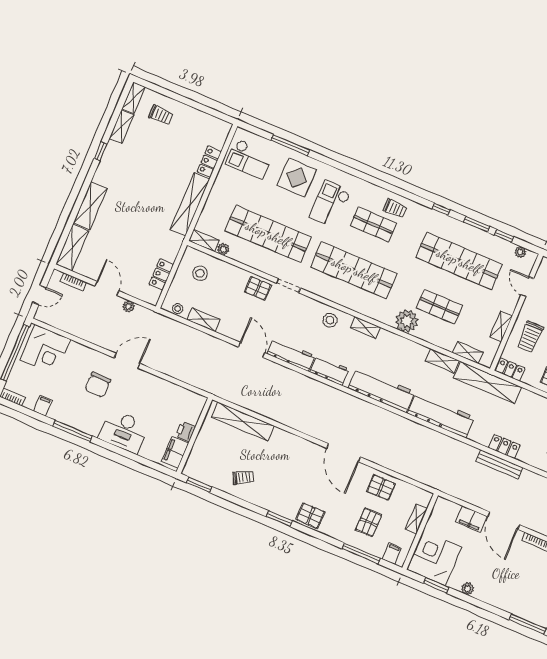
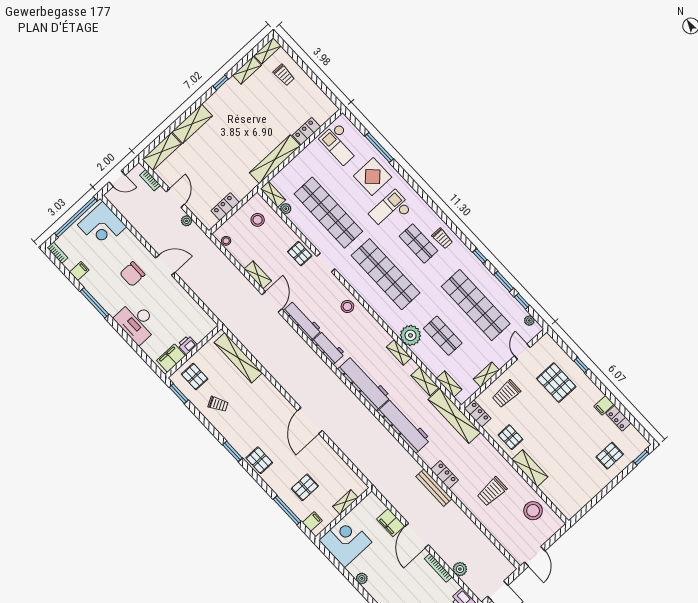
shelving: (204, 320) -> (258, 275), moved
shelving: (365, 328) -> (399, 352), moved
pallet: (381, 487) -> (195, 377), moved
window: (436, 585) -> (337, 564), removed

